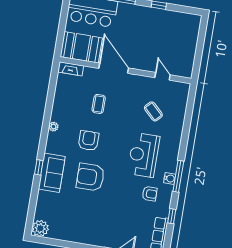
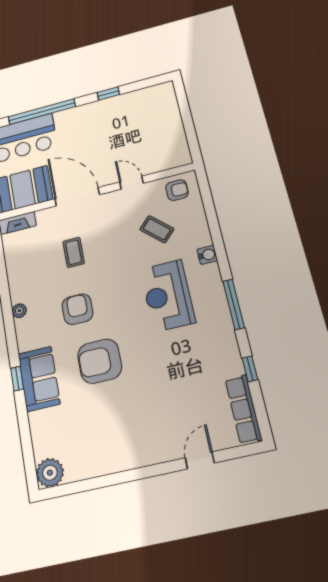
door: (163, 76) -> (132, 183), moved
water cooler: (170, 178) -> (207, 255), moved
armchair: (150, 194) -> (177, 190), moved

